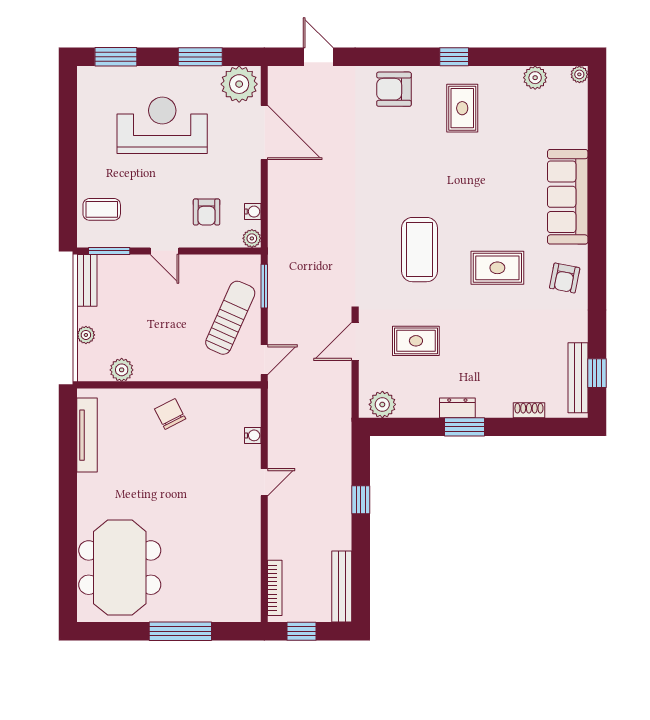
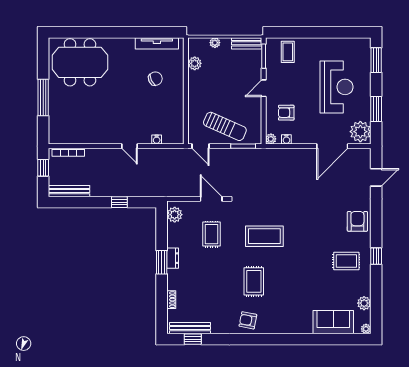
sofa: (568, 197) -> (333, 322), moved, width x0.73
chair: (170, 414) -> (155, 79), moved

